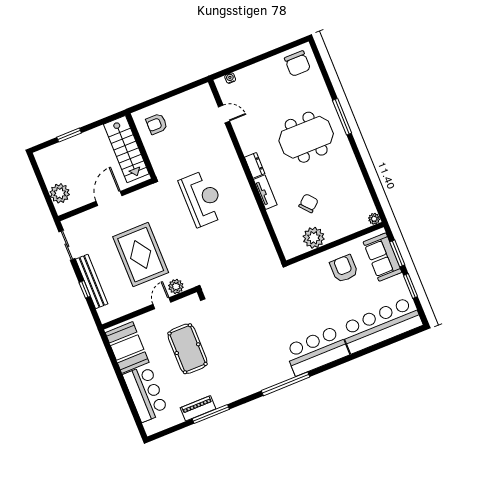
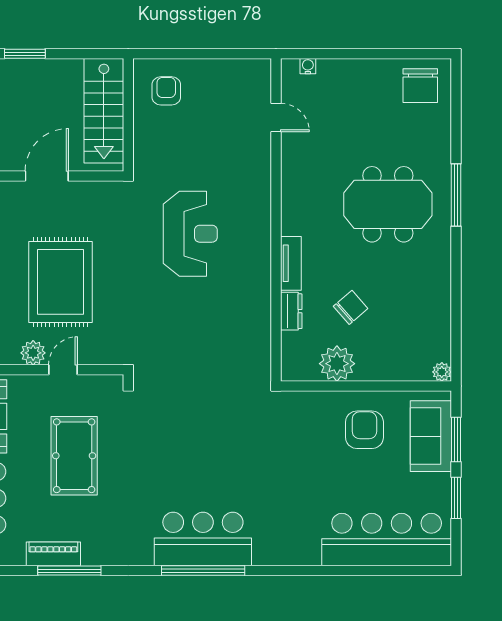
armchair: (157, 124) -> (166, 91), turned 90
dresser: (255, 165) -> (291, 311), moved
plant: (176, 286) -> (33, 353), moved
bar counter: (317, 351) -> (203, 539), moved

